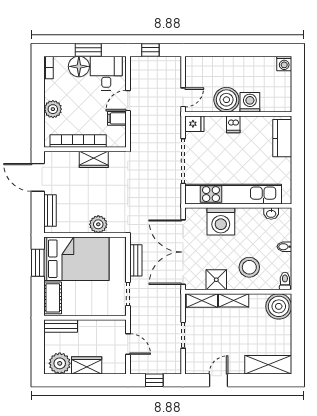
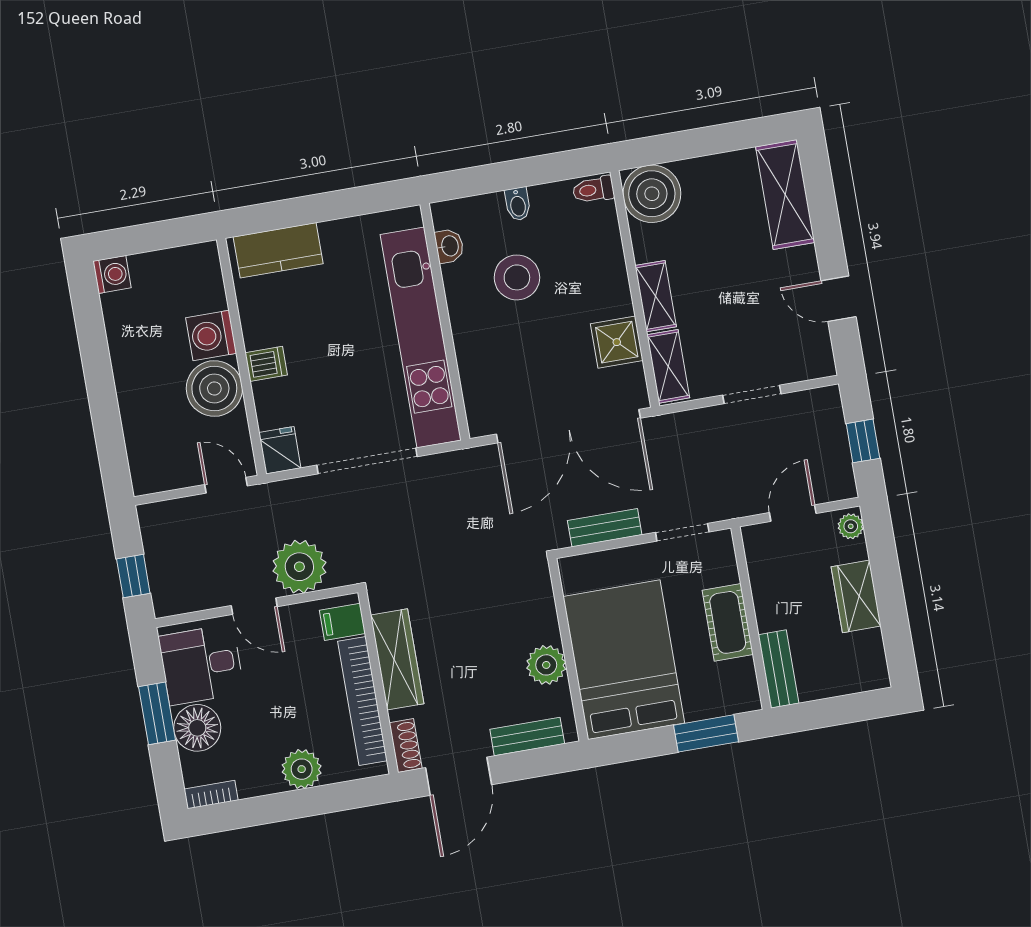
filing cabinet: (117, 118) -> (342, 622), moved, turned 90
plant: (142, 123) -> (299, 567), added
shoe rack: (55, 157) -> (406, 746), added
wardrobe: (94, 159) -> (397, 659), width x1.50
washing machine: (221, 221) -> (486, 354), removed
plant: (98, 224) -> (546, 665), moved
window: (38, 263) -> (706, 733), moved
stool: (249, 267) -> (517, 277), moved
cot: (53, 298) -> (728, 622), moved, turned 90
plant: (60, 363) -> (851, 526), moved, width x0.53, depth x0.53

